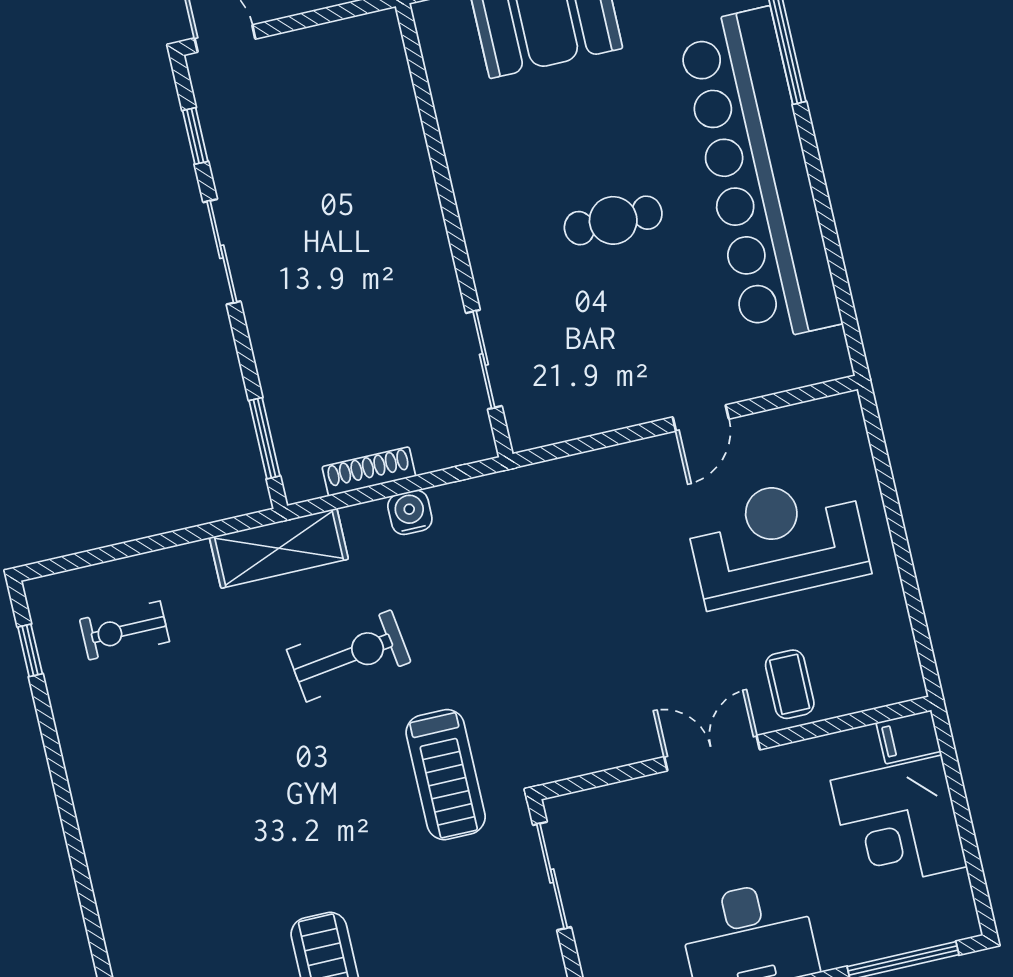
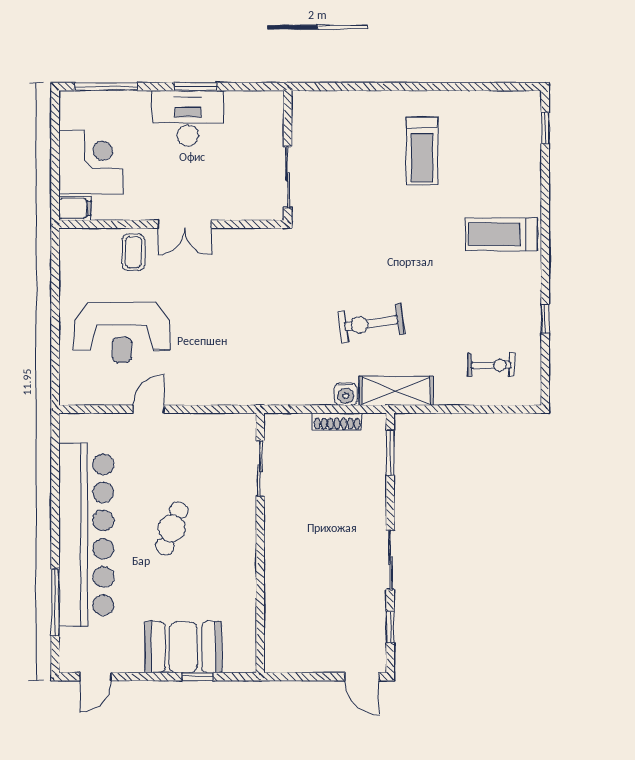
cafe table: (613, 220) -> (172, 528), turned -69
water cooler: (410, 512) -> (346, 394), moved
window: (30, 650) -> (545, 319), moved
treadmill: (446, 775) -> (501, 234), moved, turned -90

